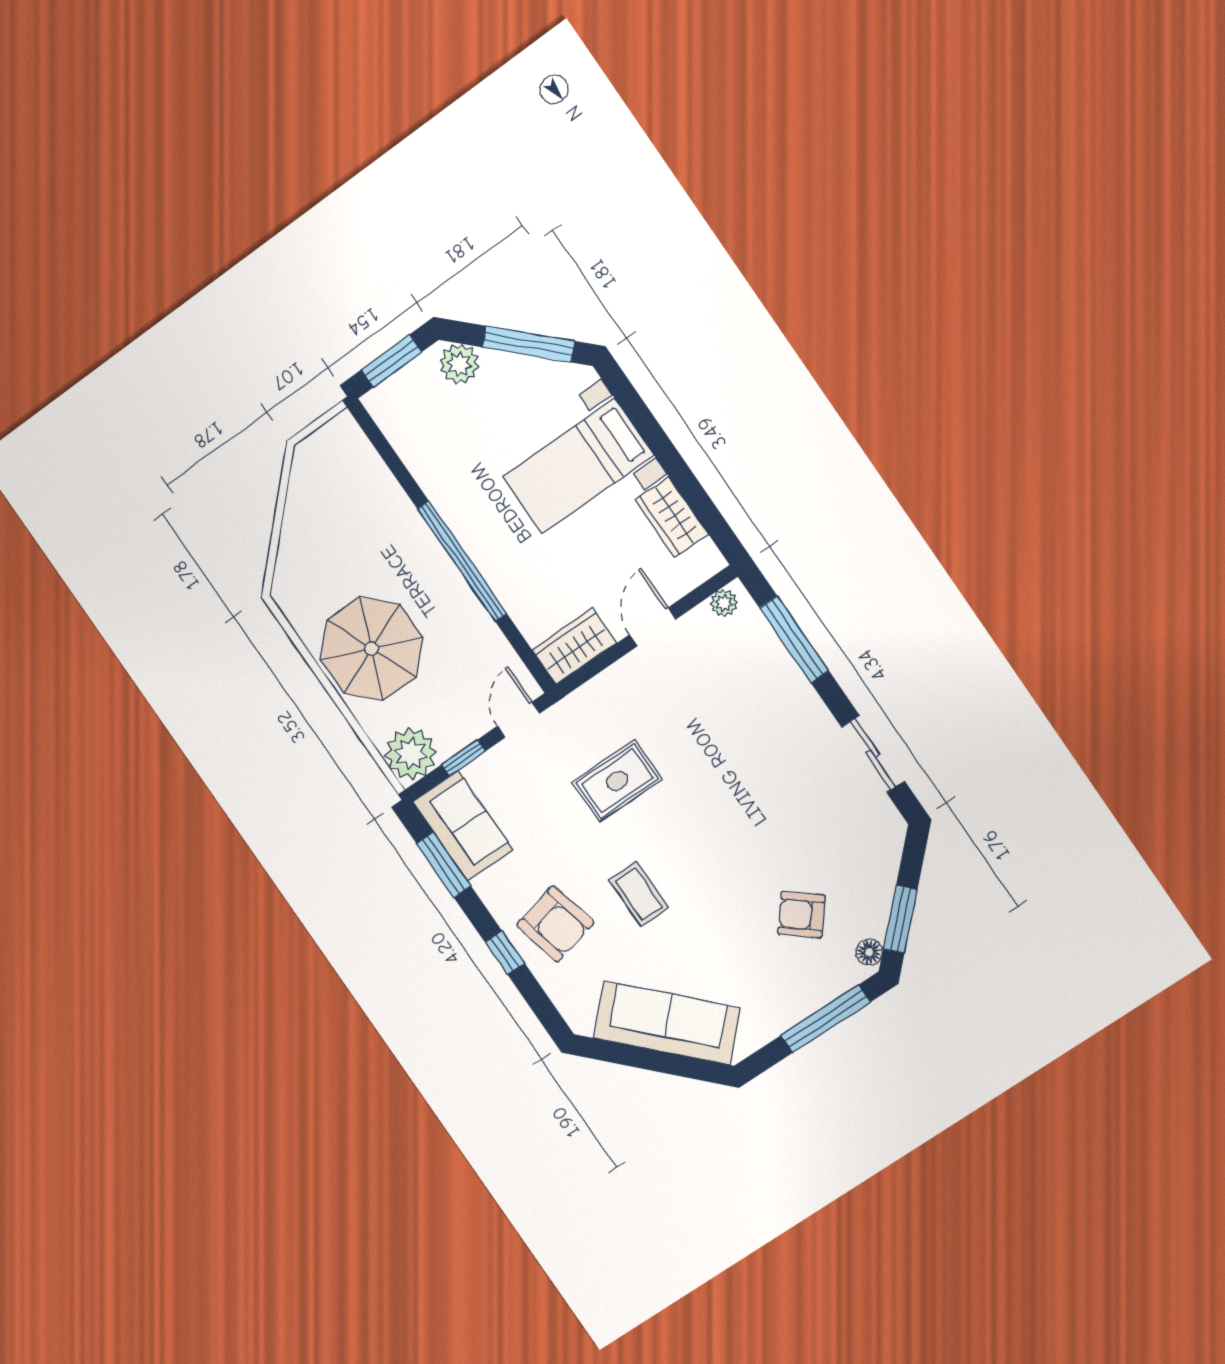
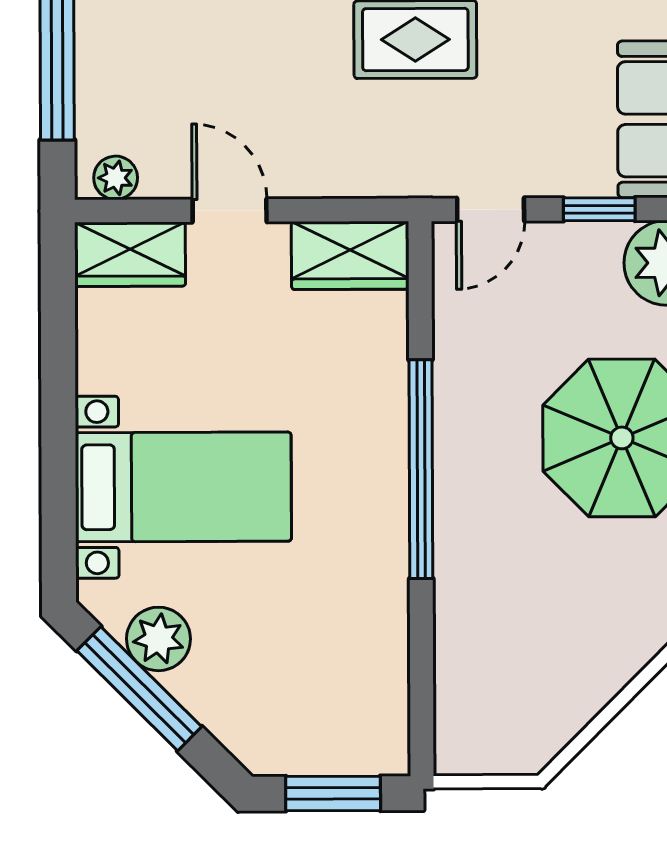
plant: (459, 364) -> (158, 639), moved
wardrobe: (672, 517) -> (130, 254), moved, turned 90
door: (653, 627) -> (230, 211), swing flipped

